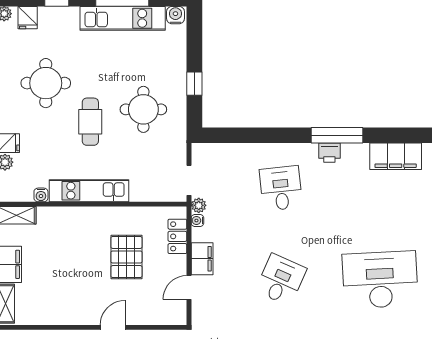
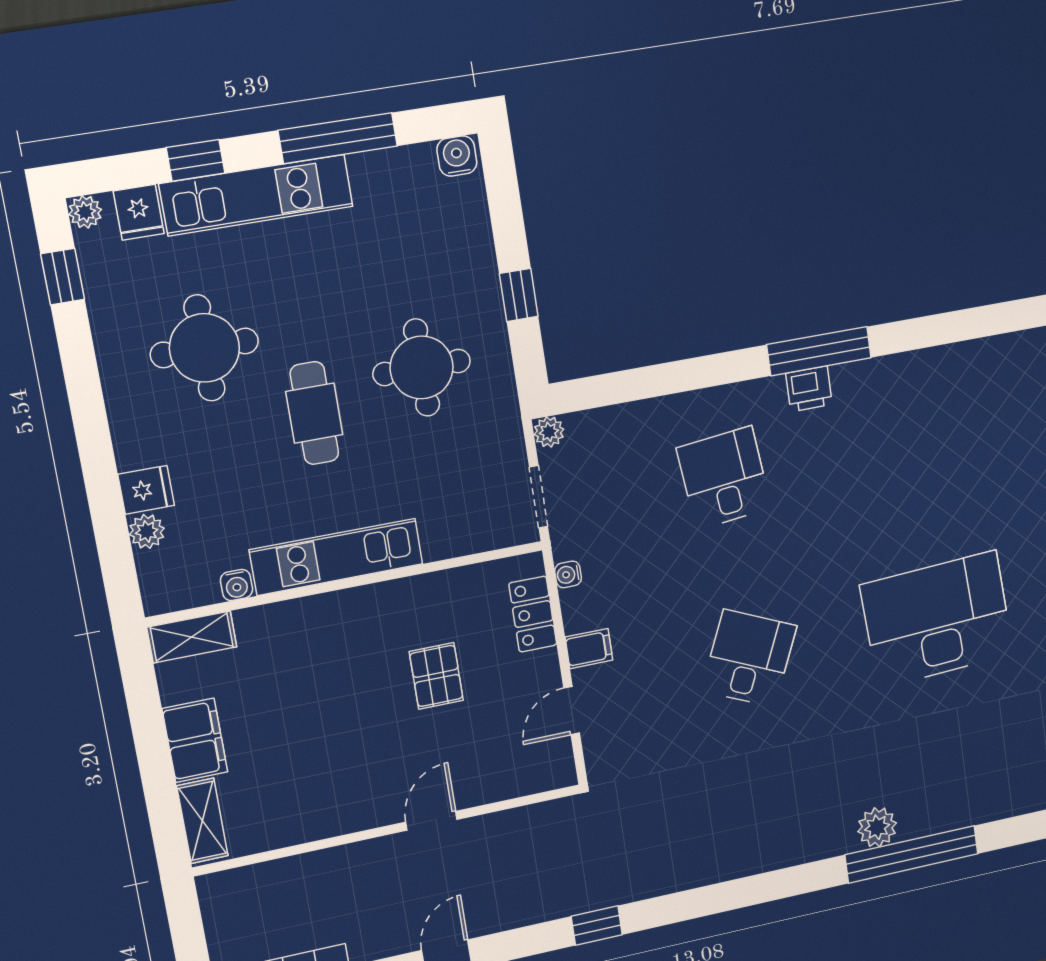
kitchen unit: (123, 18) -> (256, 195), moved
filing cabinet: (396, 156) -> (937, 373), removed
plant: (199, 205) -> (549, 432), moved
pallet: (126, 257) -> (436, 676), width x0.67, depth x0.71
filing cabinet: (202, 259) -> (589, 649), width x0.50

